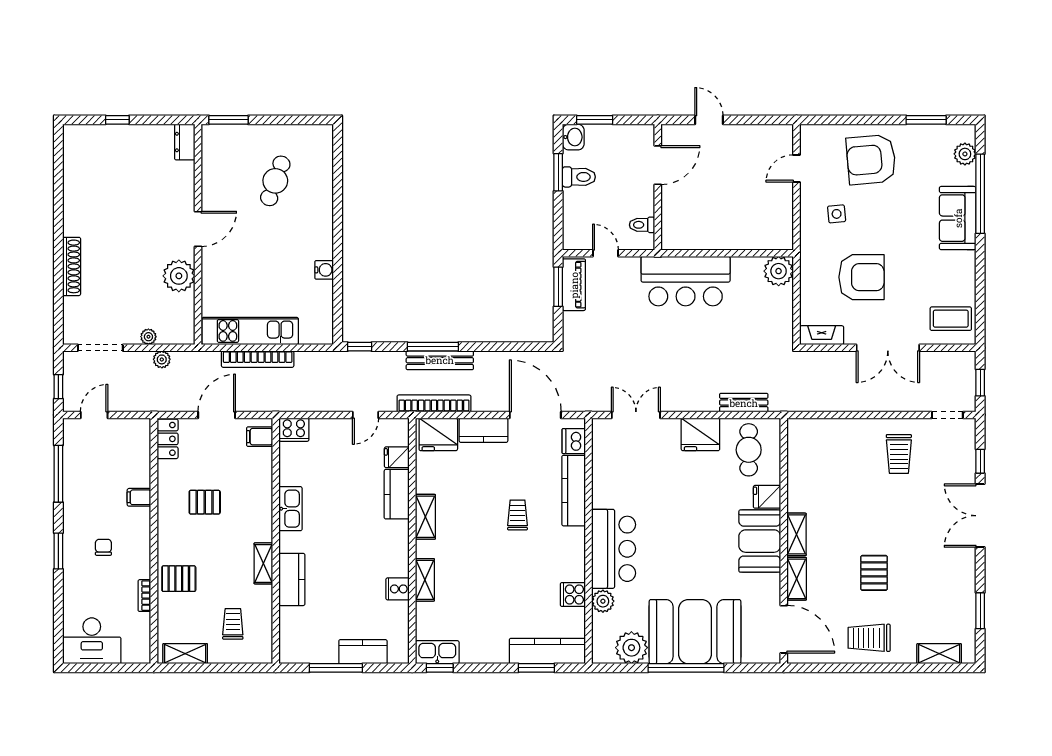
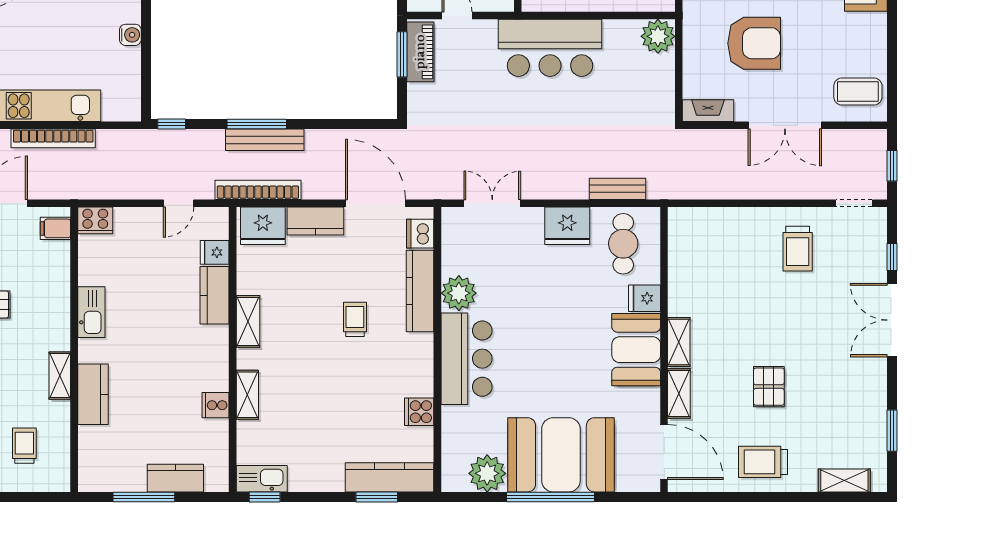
plant: (603, 601) -> (459, 293), moved, width x1.36, depth x1.36

